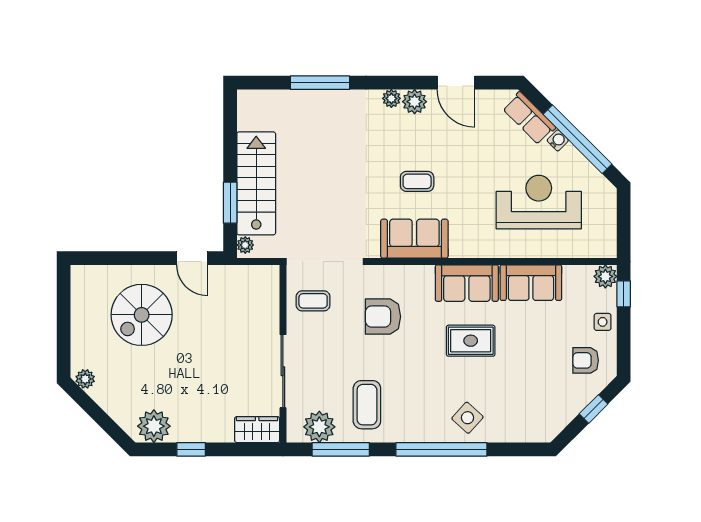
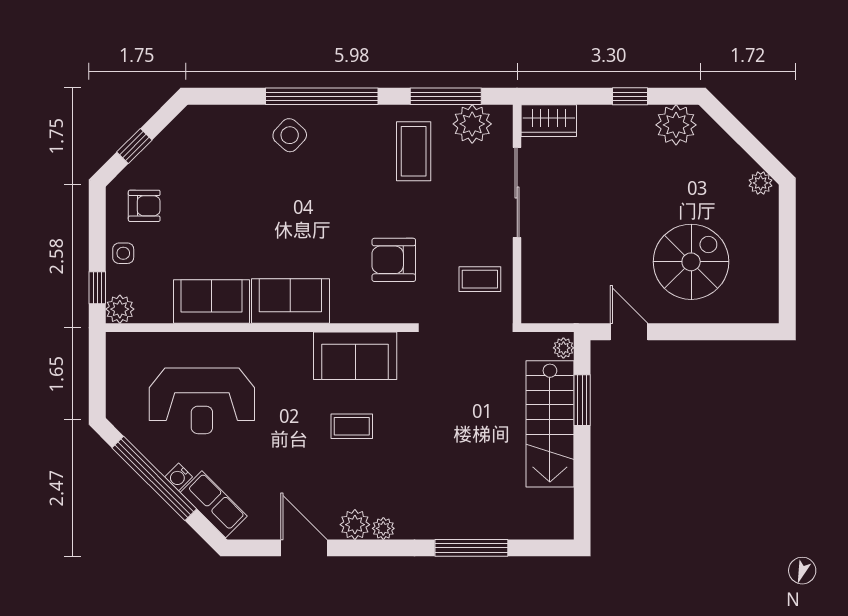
armchair: (383, 317) -> (394, 260), turned 180
rug: (471, 341) -> (286, 230), removed

